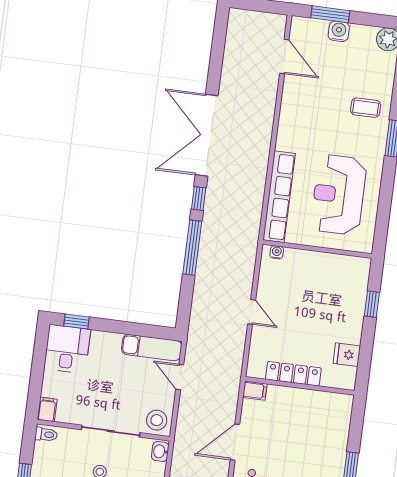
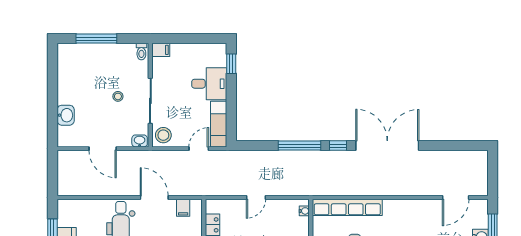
desk: (67, 349) -> (209, 84), moved
filing cabinet: (255, 391) -> (183, 208), moved

